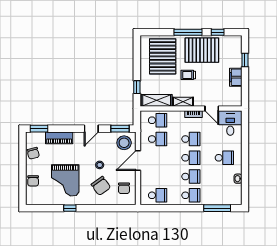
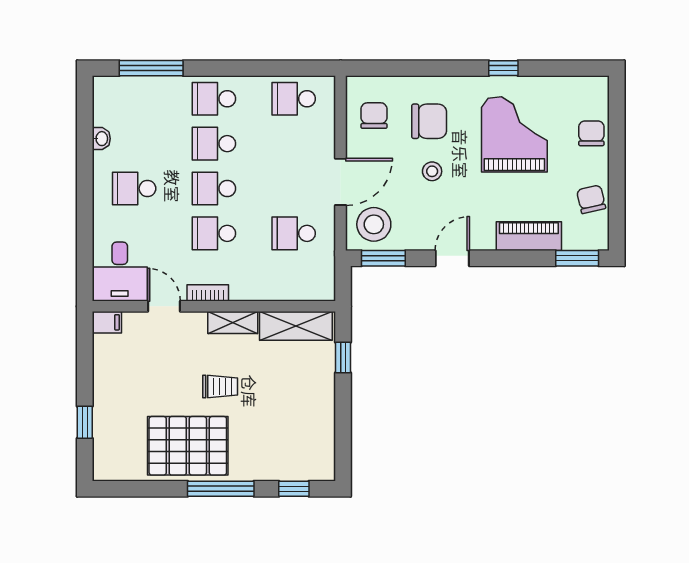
window: (218, 32) -> (294, 489), moved
pallet: (163, 56) -> (281, 431), removed
filing cabinet: (236, 77) -> (107, 322), moved, width x0.50
school desk: (158, 120) -> (294, 278), removed
chair: (101, 186) -> (429, 121), turned 126

